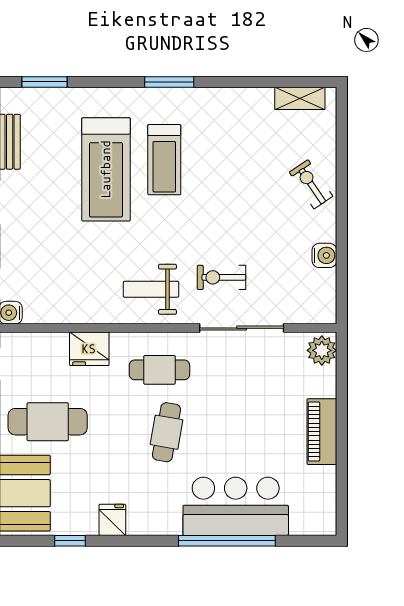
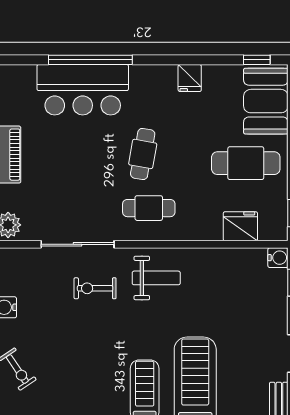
exercise bike: (221, 277) -> (95, 288), turned 180
fridge: (89, 349) -> (240, 226), moved
window: (70, 541) -> (257, 60), moved

